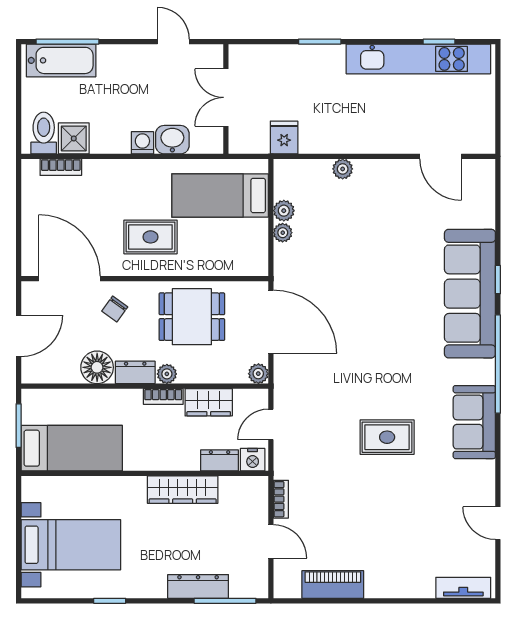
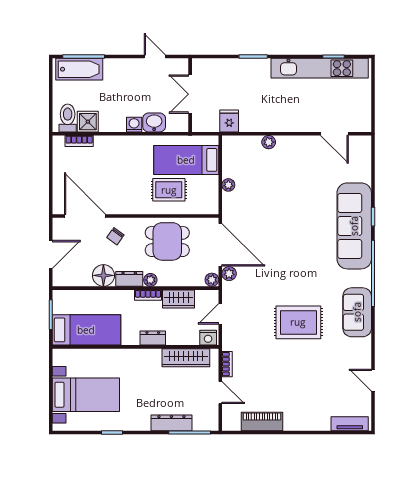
plant: (284, 211) -> (229, 274), moved
rug: (150, 237) -> (169, 190), moved
rug: (387, 437) -> (298, 322), width x1.36, depth x1.43
dresser: (220, 460) -> (153, 338), moved
wardrobe: (183, 490) -> (186, 358), moved

